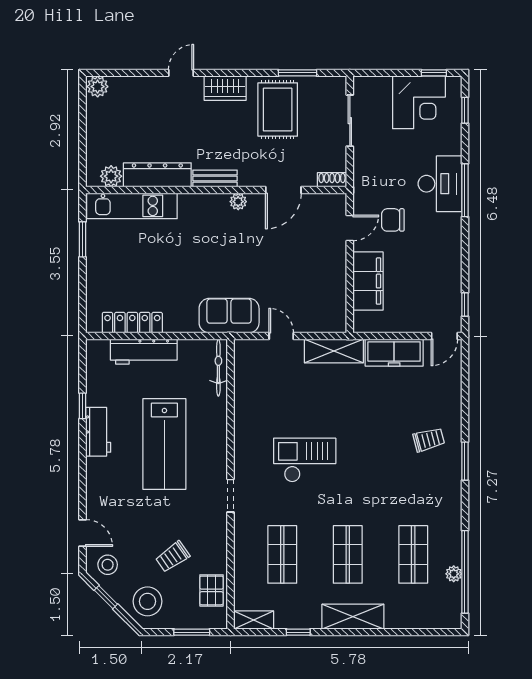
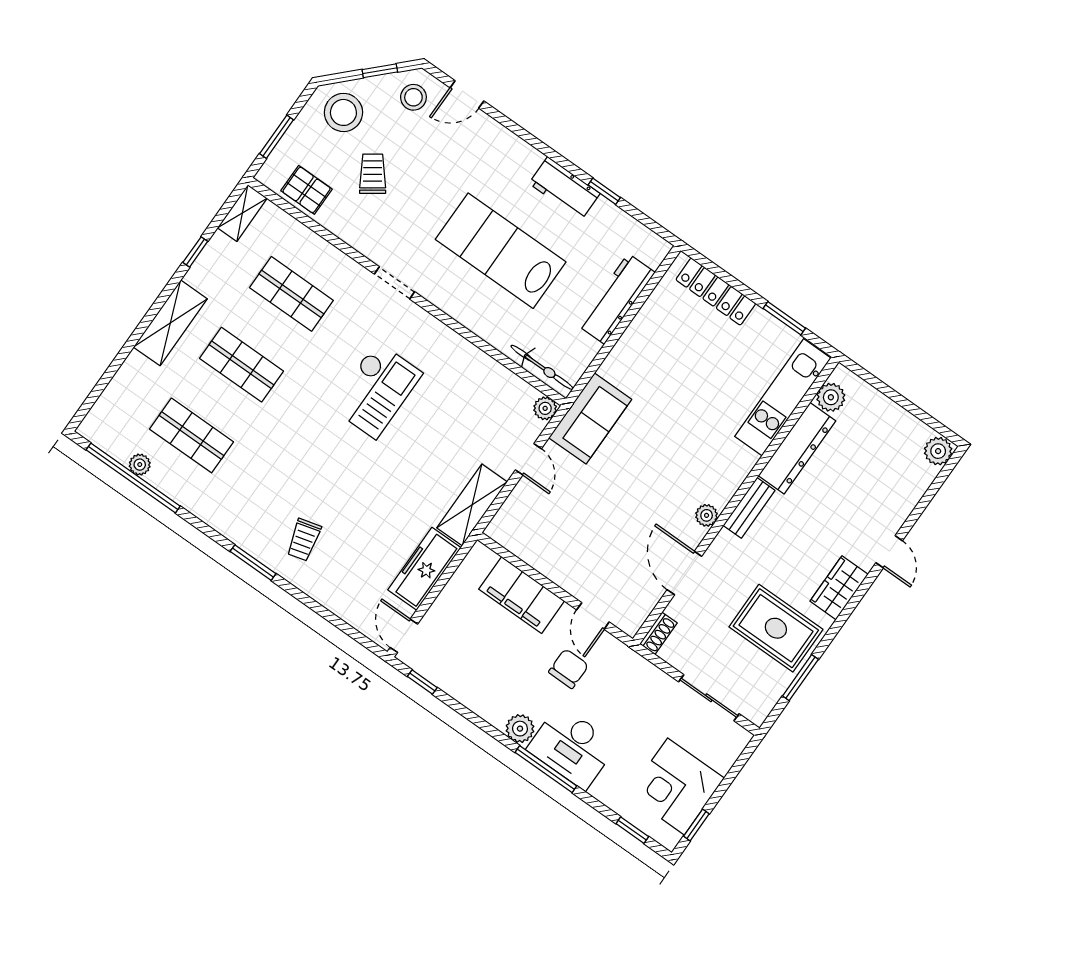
plant: (451, 224) -> (520, 729), added
locker: (132, 323) -> (716, 292), moved, turned 90
door: (281, 336) -> (528, 459), hinge flipped
plant: (242, 348) -> (545, 408), added

